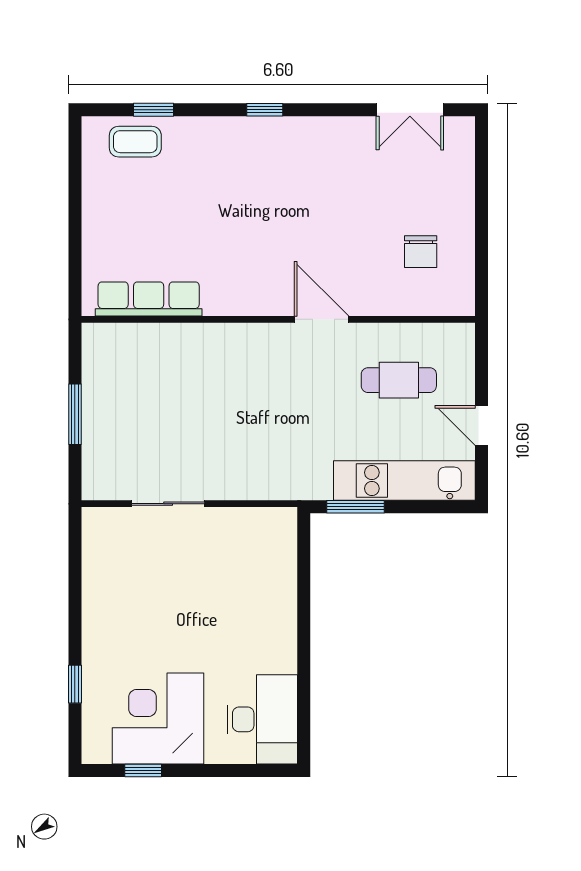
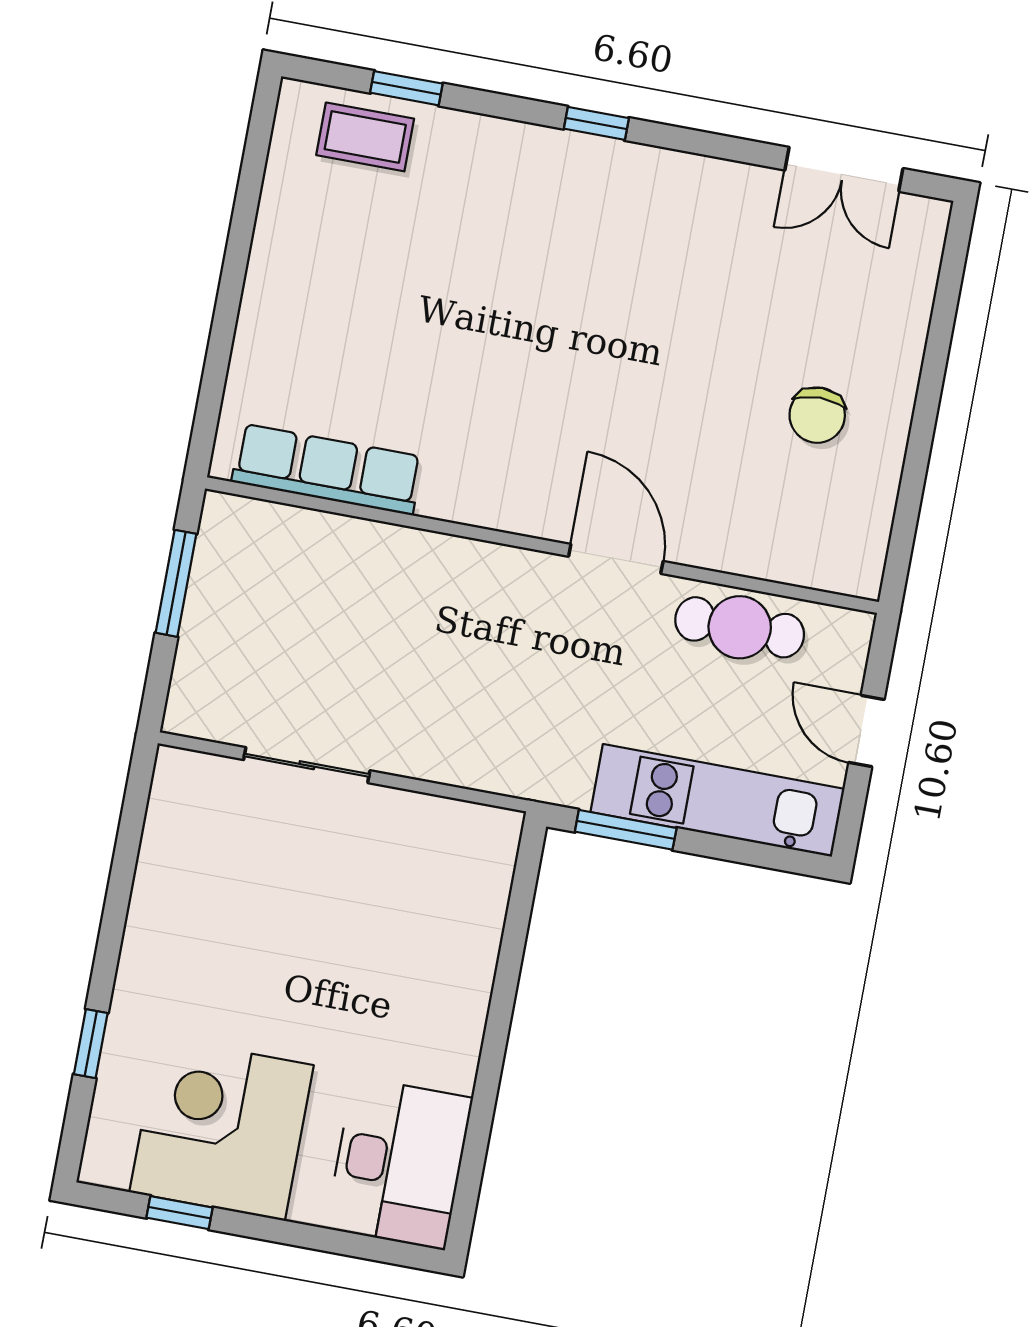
row of seats: (149, 299) -> (327, 469), moved
wall: (278, 319) -> (542, 545), moved
door: (322, 319) -> (616, 559), moved

